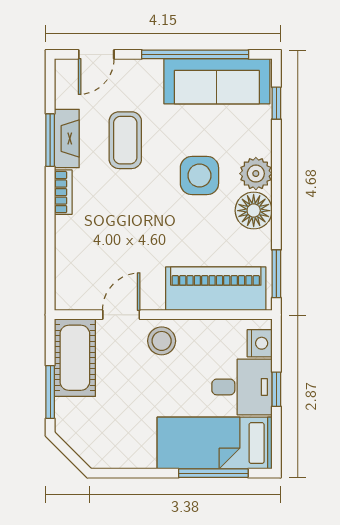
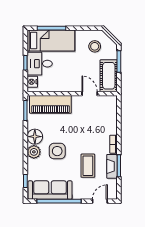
door: (121, 315) -> (90, 94), swing flipped
stool: (162, 341) -> (95, 46), moved

